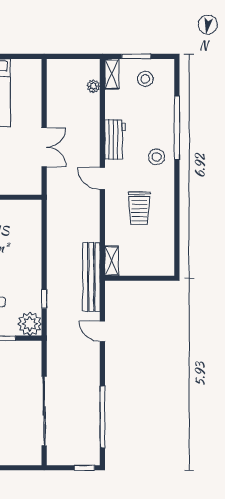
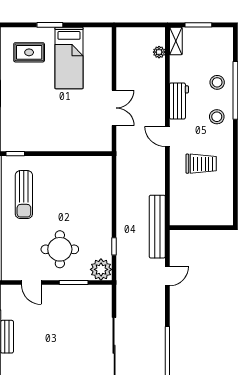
stool: (145, 79) -> (217, 82), moved
trolley: (139, 208) -> (201, 164), turned -90
shelving: (112, 261) -> (176, 212), removed
door: (102, 331) -> (167, 276), swing flipped

